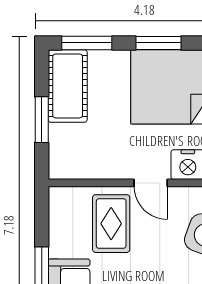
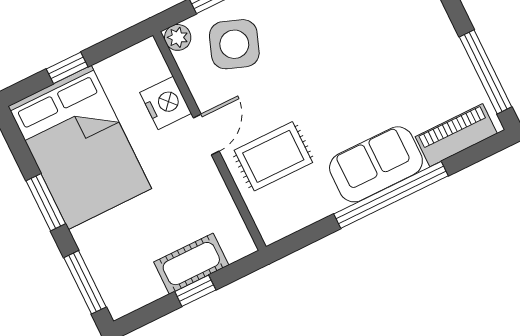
cot: (68, 86) -> (191, 264), moved, width x0.73, depth x0.75
window: (42, 120) -> (195, 291), width x0.67

